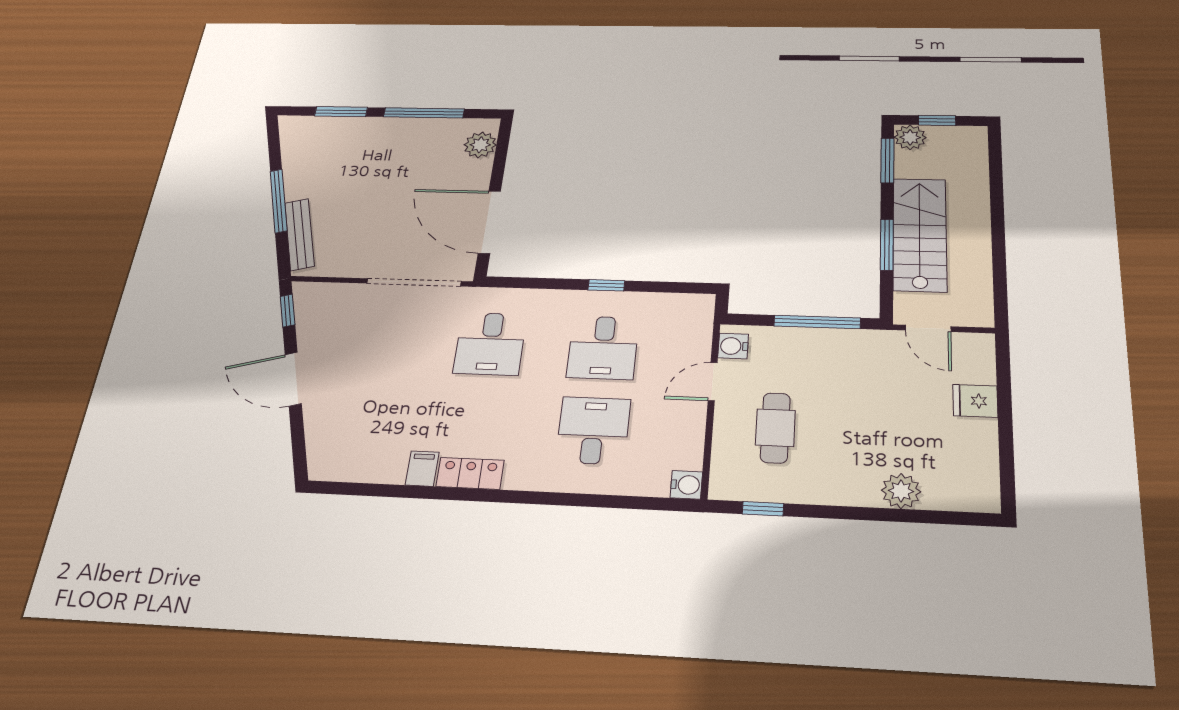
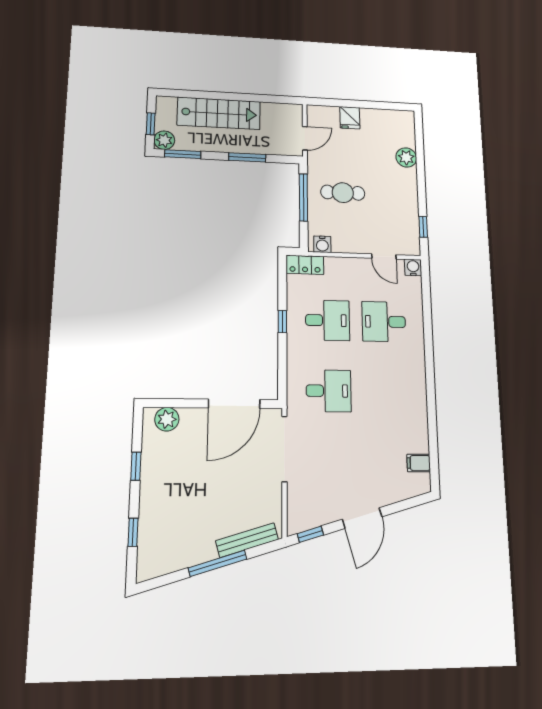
window: (341, 112) -> (133, 532), width x0.67
window: (424, 113) -> (136, 466), width x0.46
stairs: (920, 234) -> (219, 113), moved, turned 180
door: (713, 382) -> (384, 256), moved
cafe table: (775, 428) -> (343, 193), moved
filing cabinet: (422, 469) -> (419, 463), moved
locker: (470, 473) -> (305, 265), moved, turned -90

